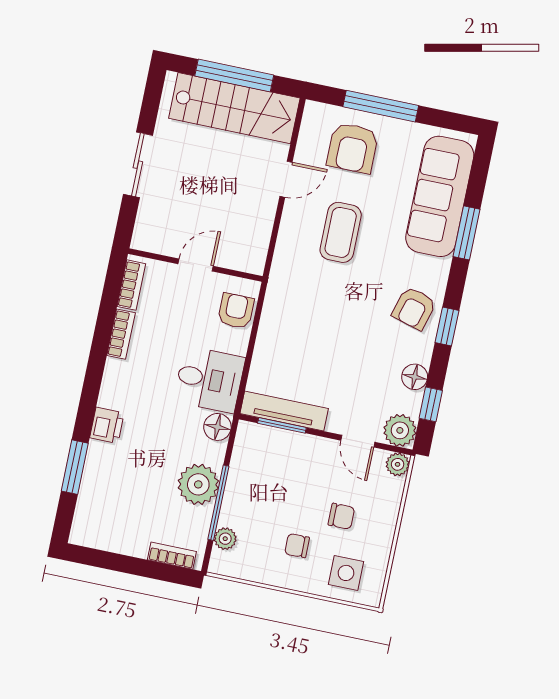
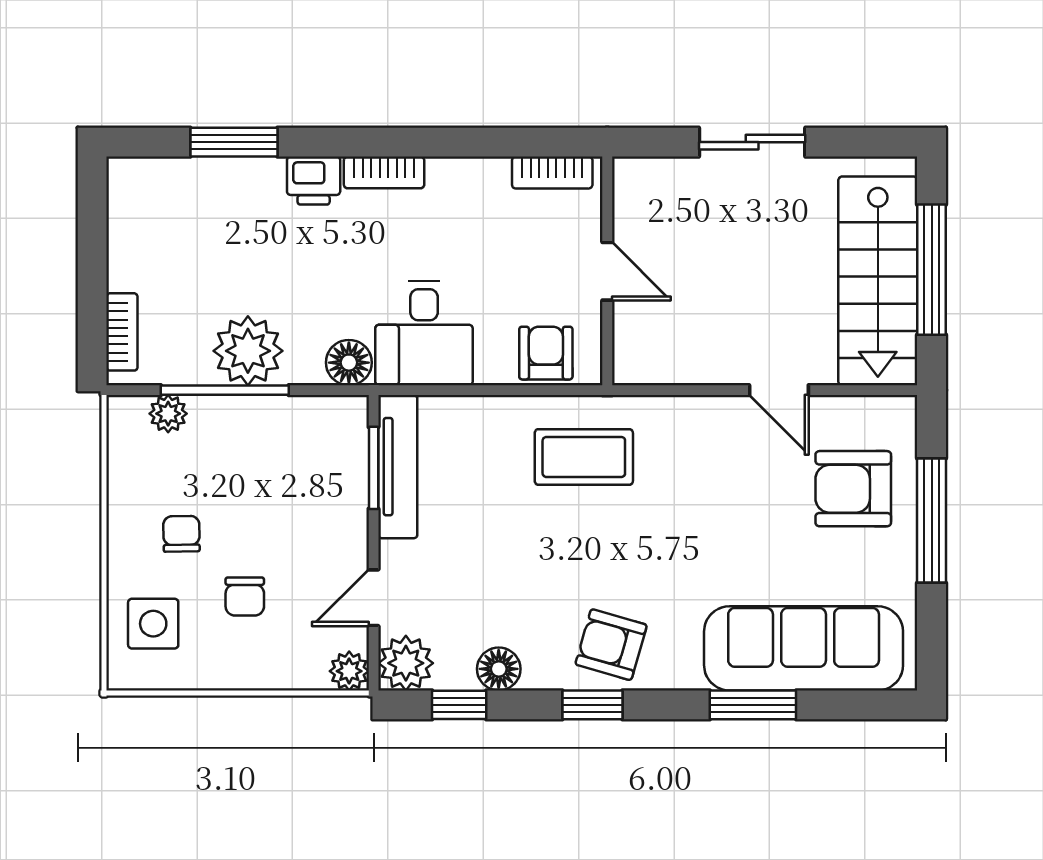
coffee table: (341, 232) -> (584, 457), moved
armchair: (236, 311) -> (546, 353), turned -90
bookcase: (121, 334) -> (384, 172), moved

